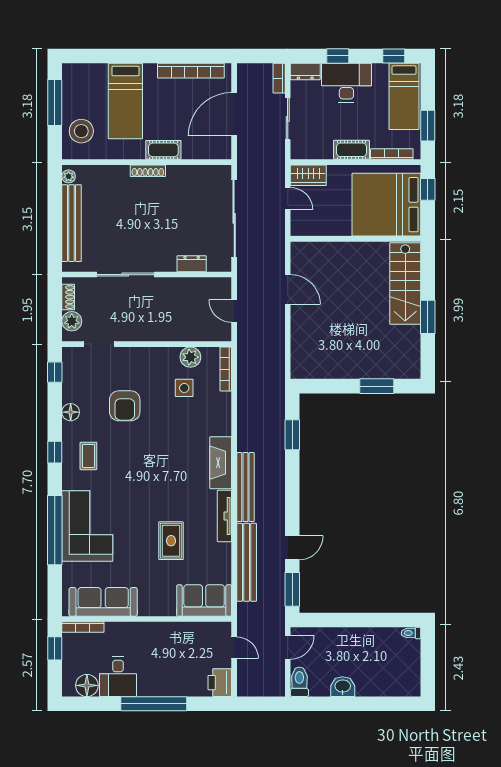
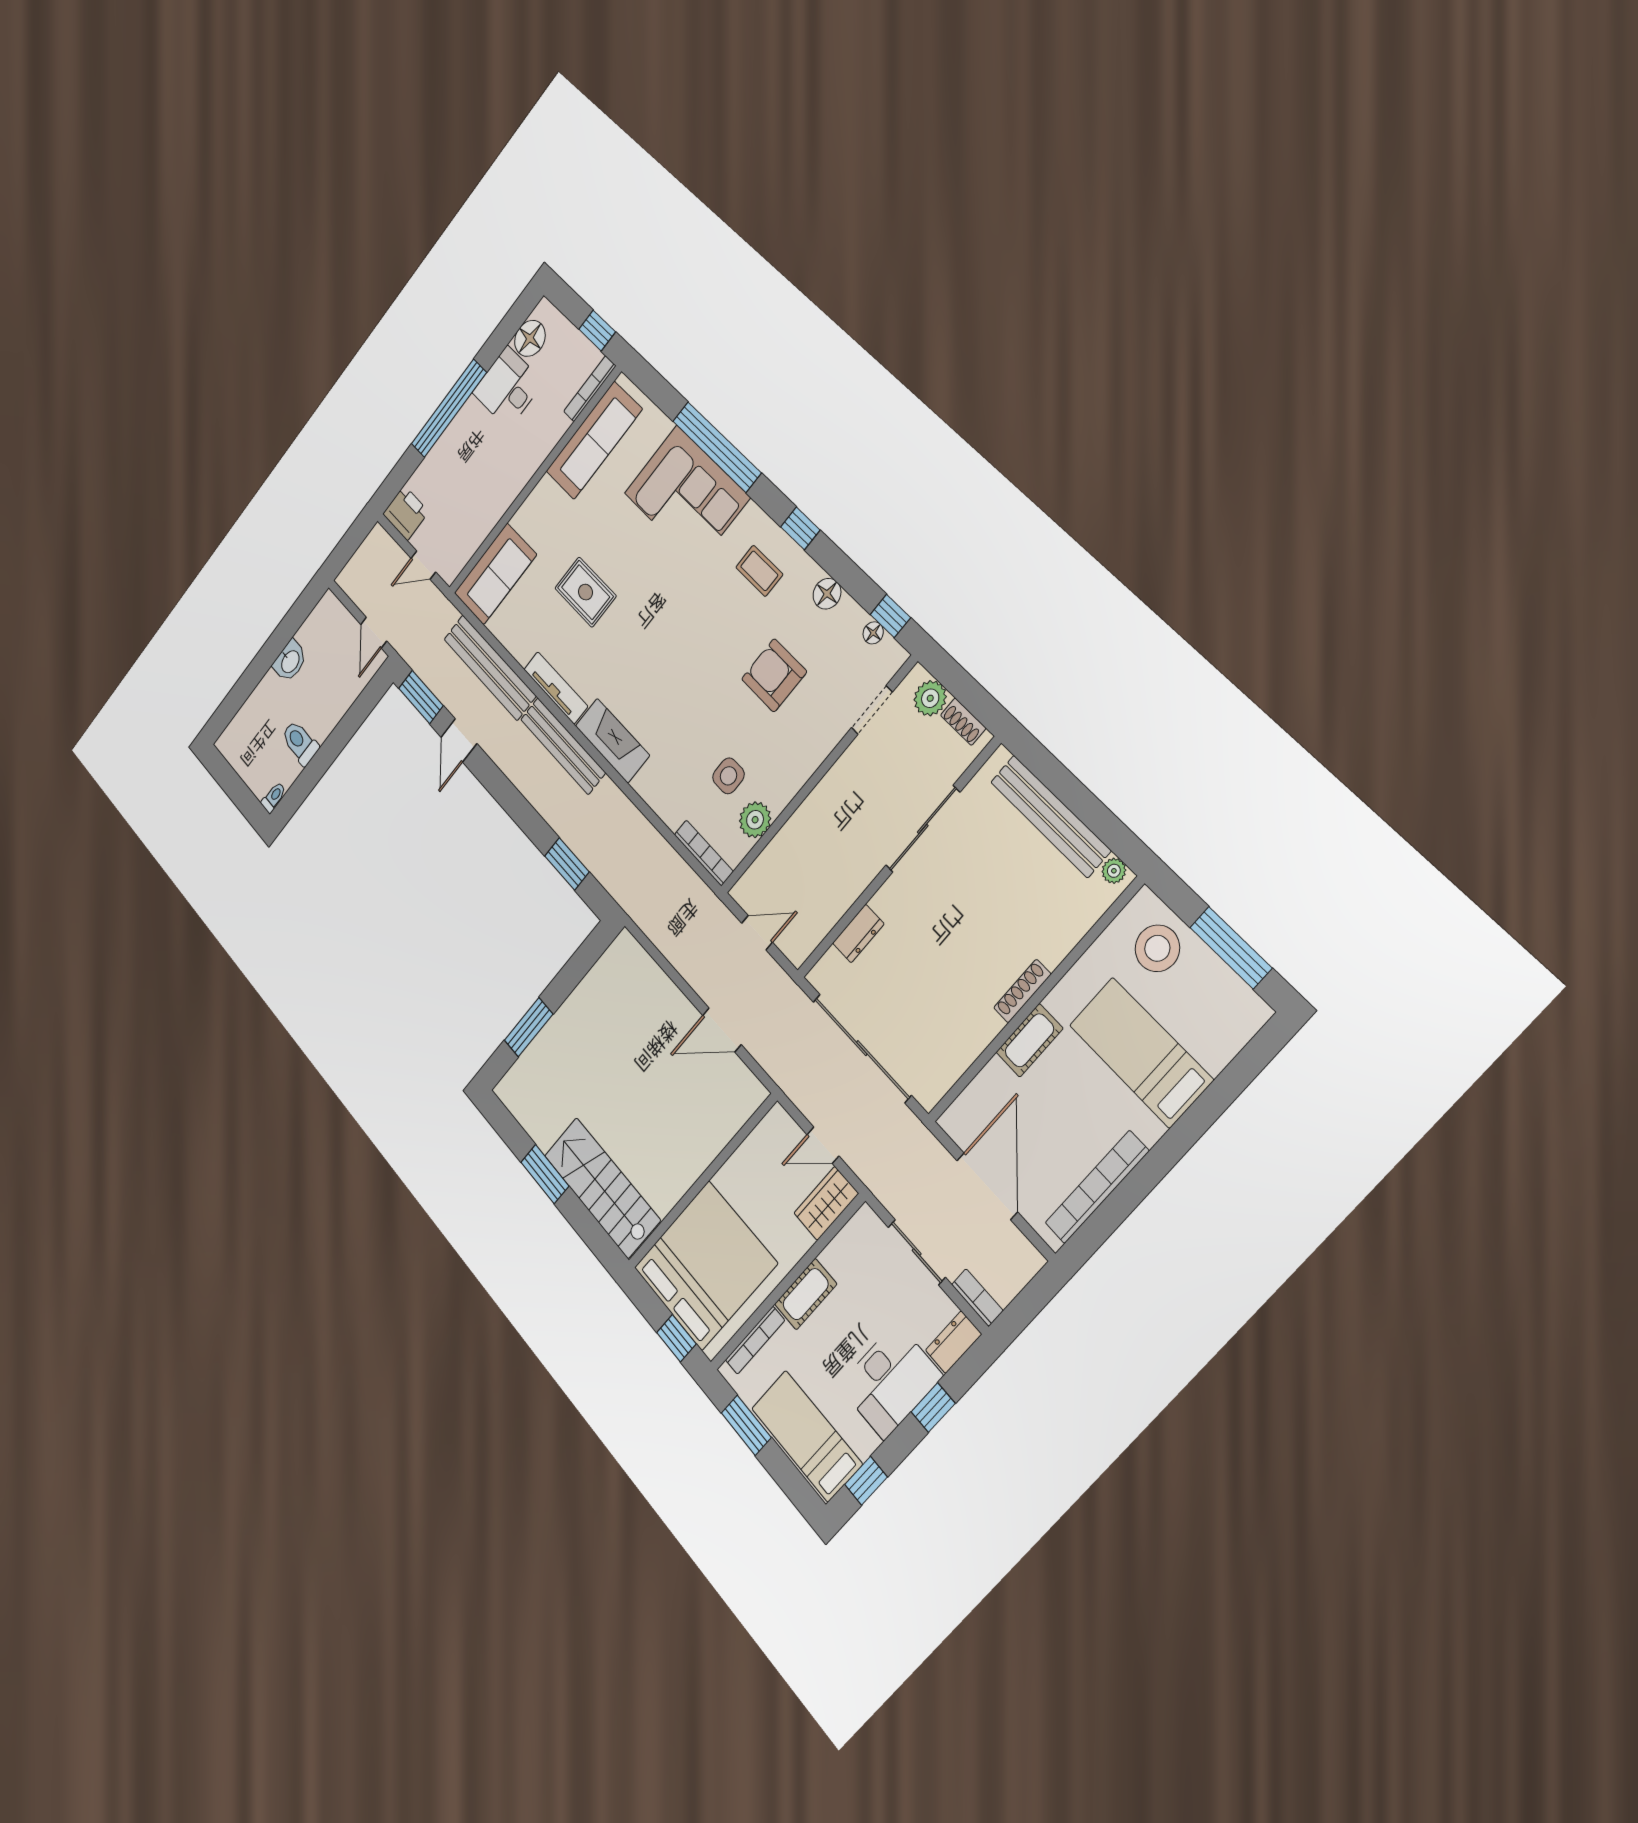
floor lamp: (68, 374) -> (873, 633), added
toilet: (299, 682) -> (300, 743), moved, turned 180

